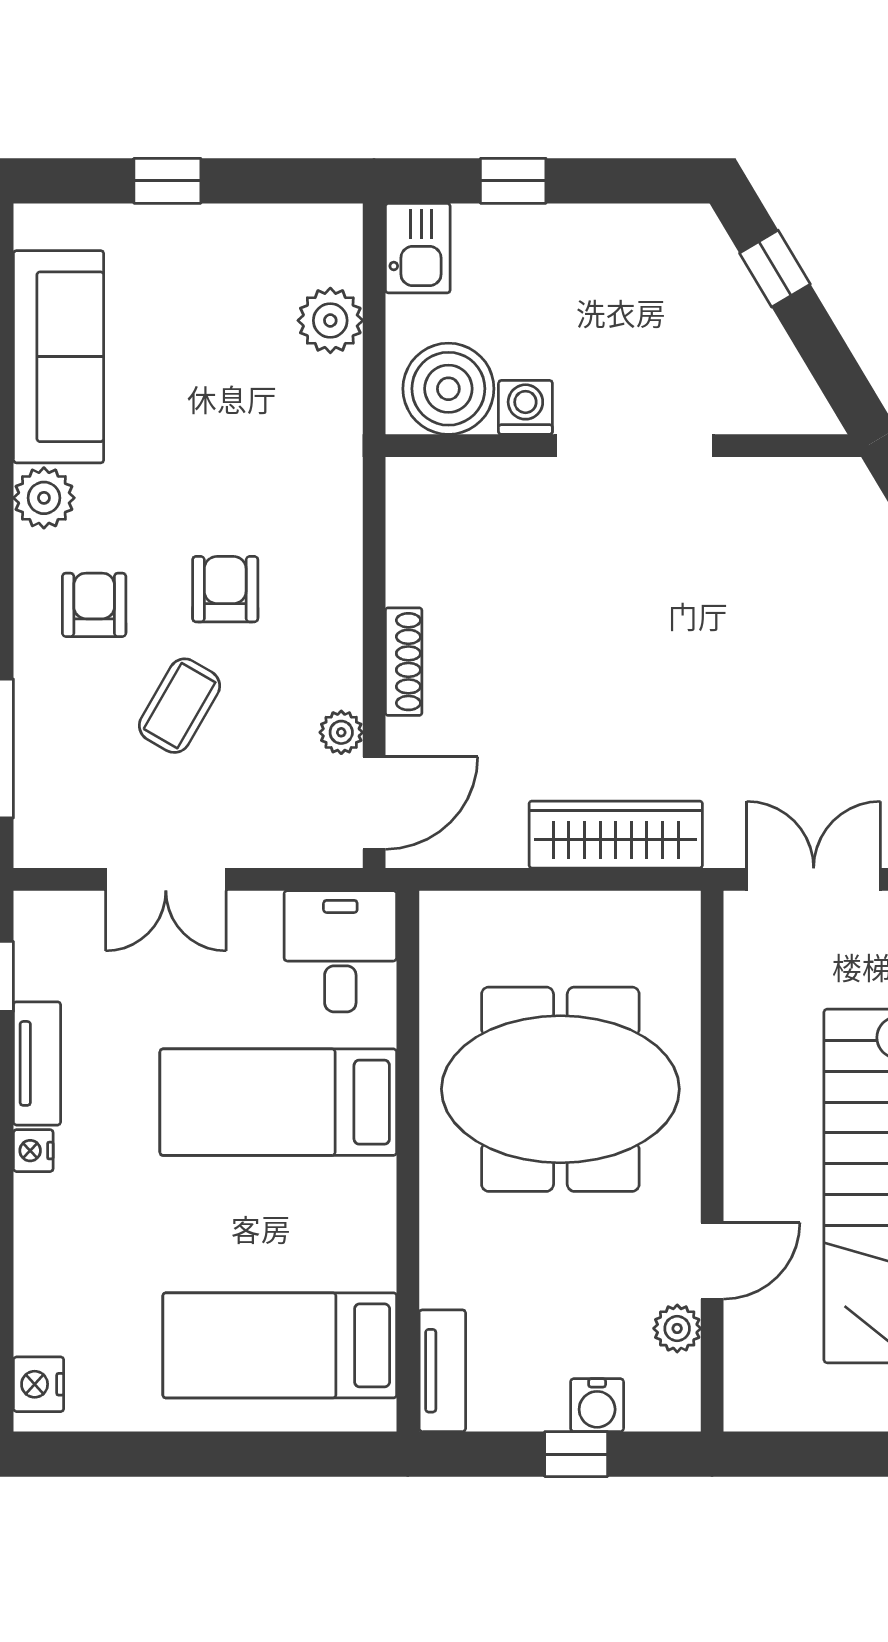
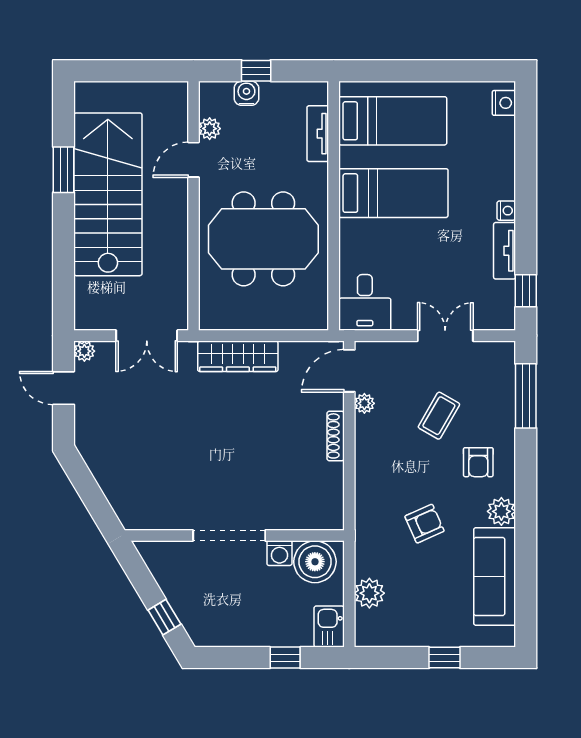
armchair: (225, 589) -> (424, 524), moved, turned -114
bed: (278, 1102) -> (393, 193), moved
tv unit: (442, 1371) -> (318, 134), moved

